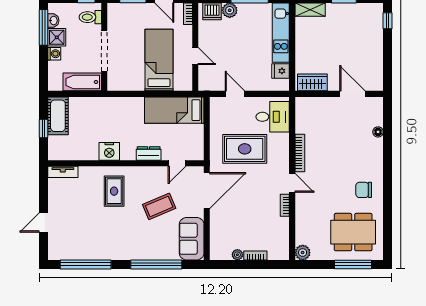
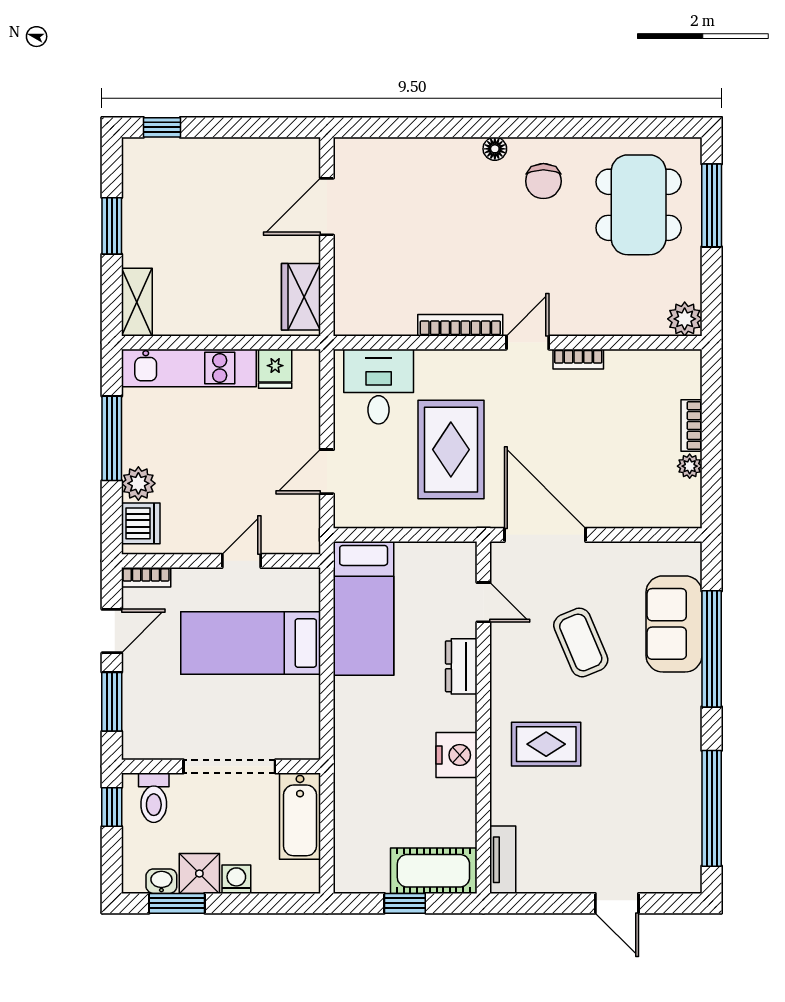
window: (44, 27) -> (177, 903), width x0.69
cot: (58, 116) -> (433, 871), moved
floor lamp: (378, 132) -> (495, 149), moved
sofa: (192, 239) -> (674, 624), moved, turned 90

